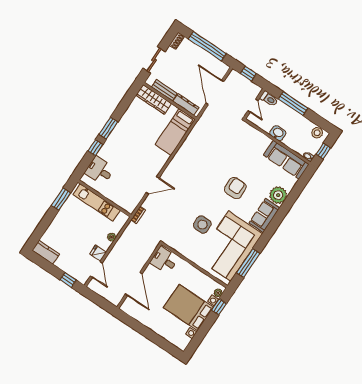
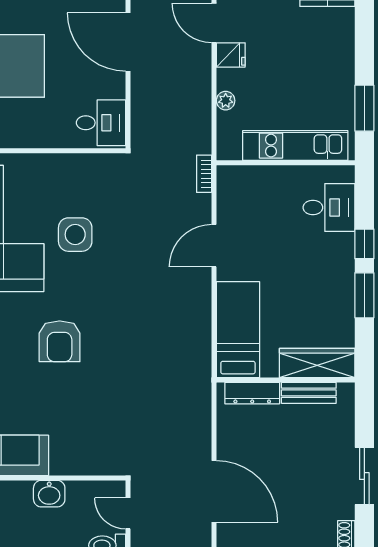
bench: (164, 90) -> (309, 393), moved
wardrobe: (154, 99) -> (317, 363), moved
wall: (170, 101) -> (286, 380), moved
dresser: (186, 104) -> (252, 393), moved
bed: (175, 132) -> (238, 330), moved

